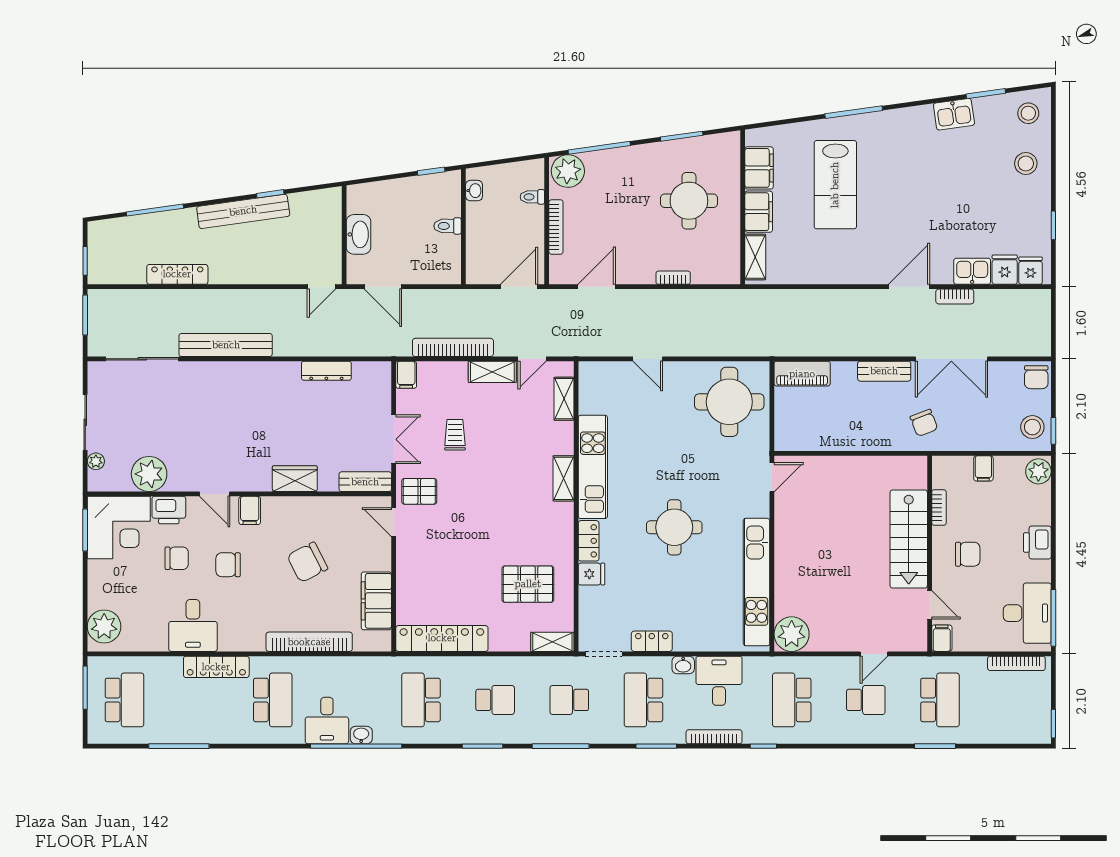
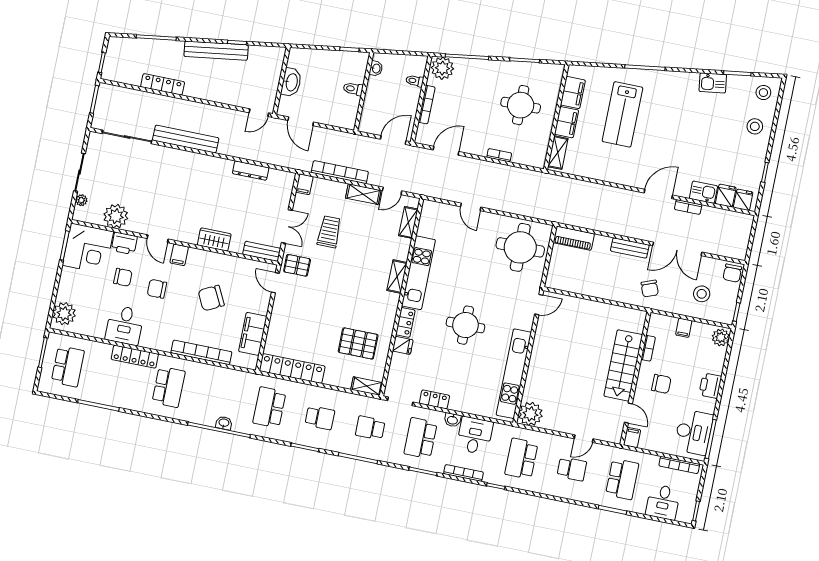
stool: (1032, 427) -> (702, 294), moved
trolley: (455, 435) -> (329, 232), width x1.36, depth x1.39
desk: (327, 721) -> (663, 502), moved

